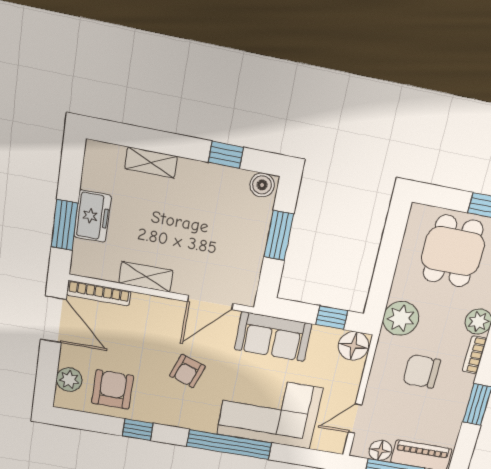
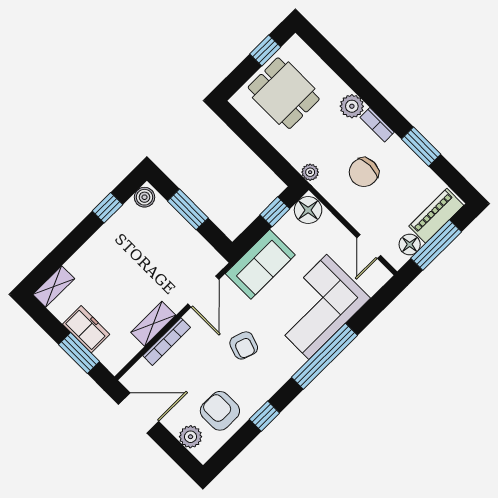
shelving: (151, 163) -> (54, 287), moved
bookcase: (99, 293) -> (167, 342), moved
plant: (401, 318) -> (310, 172), width x0.53, depth x0.53

